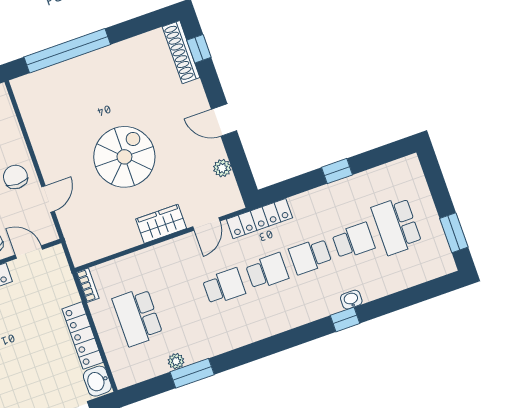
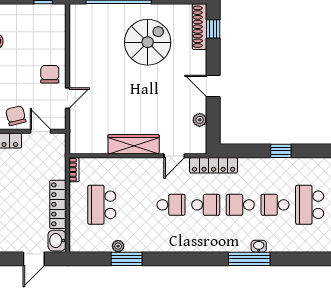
spiral stairs: (124, 157) -> (148, 42), moved
wardrobe: (161, 224) -> (134, 144), width x1.50
school desk: (353, 241) -> (275, 205), turned 180
window: (345, 319) -> (249, 259), width x2.17

